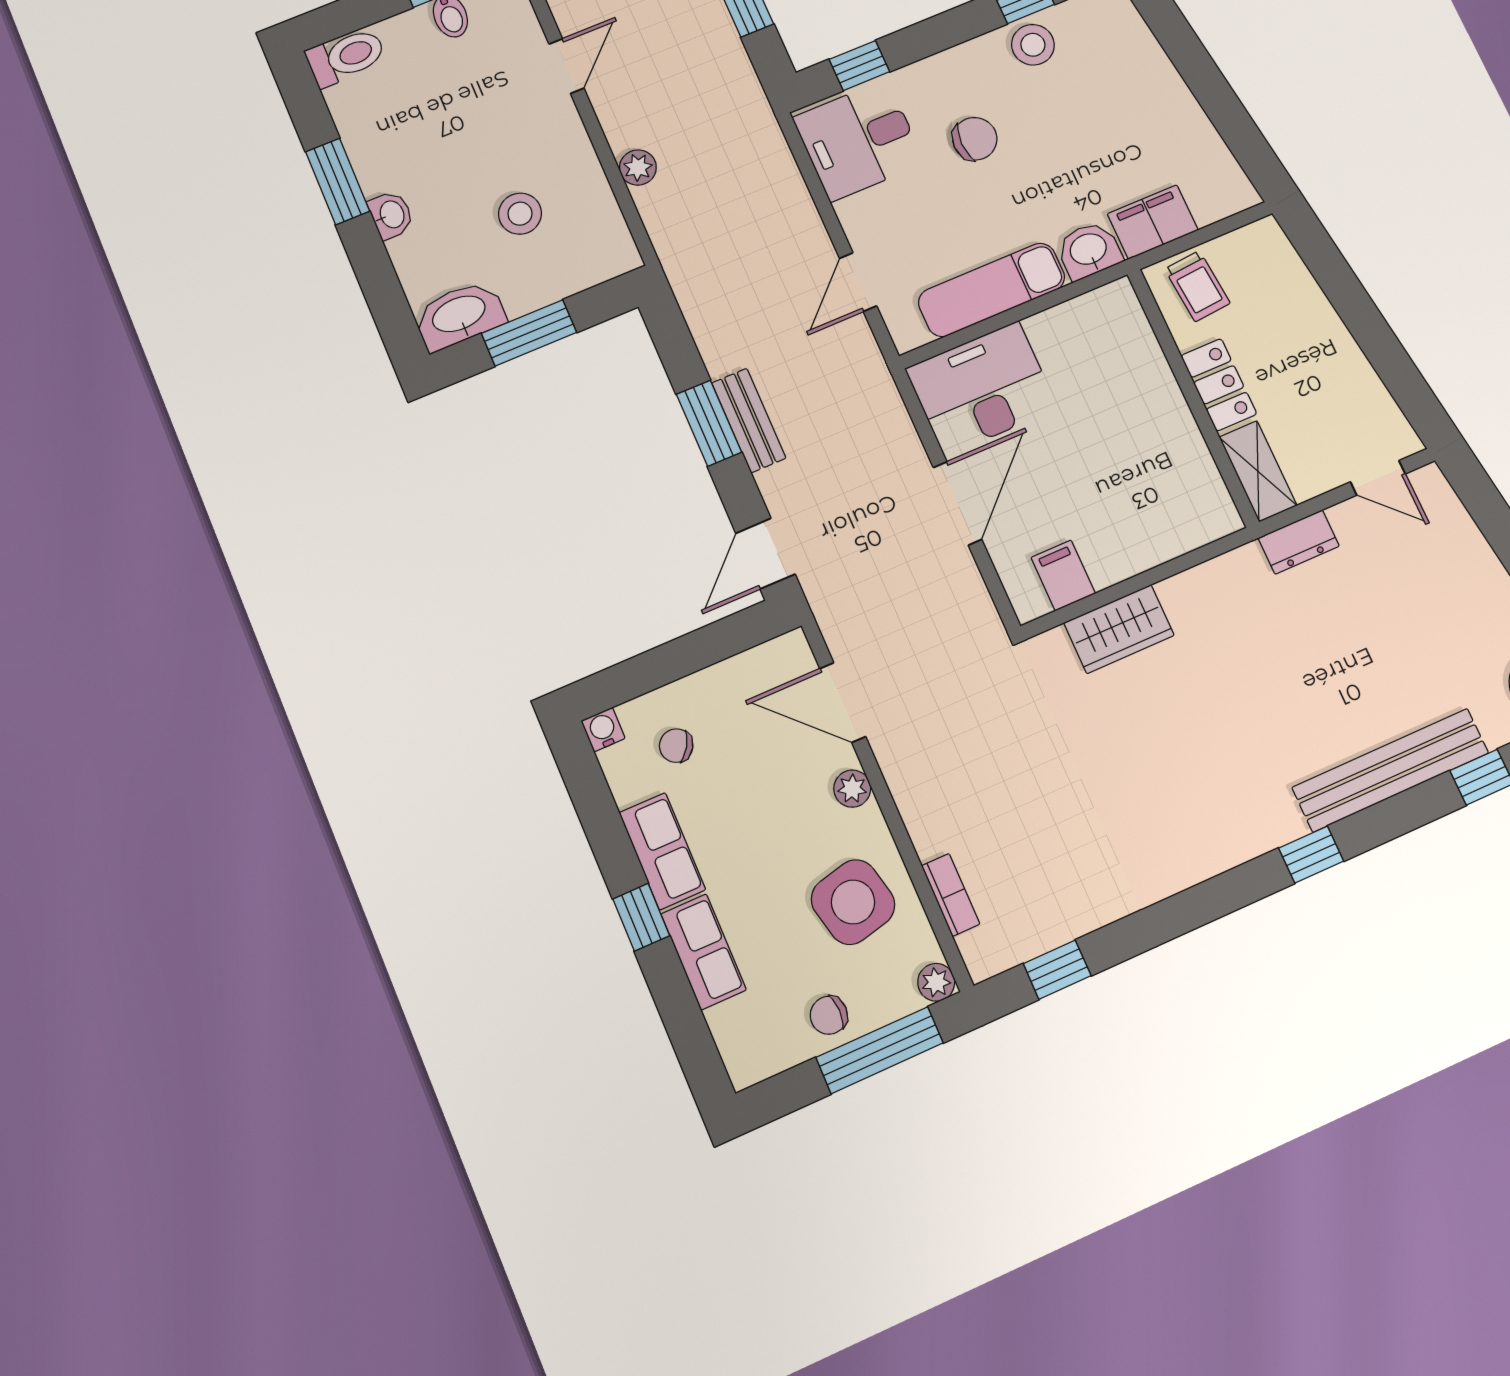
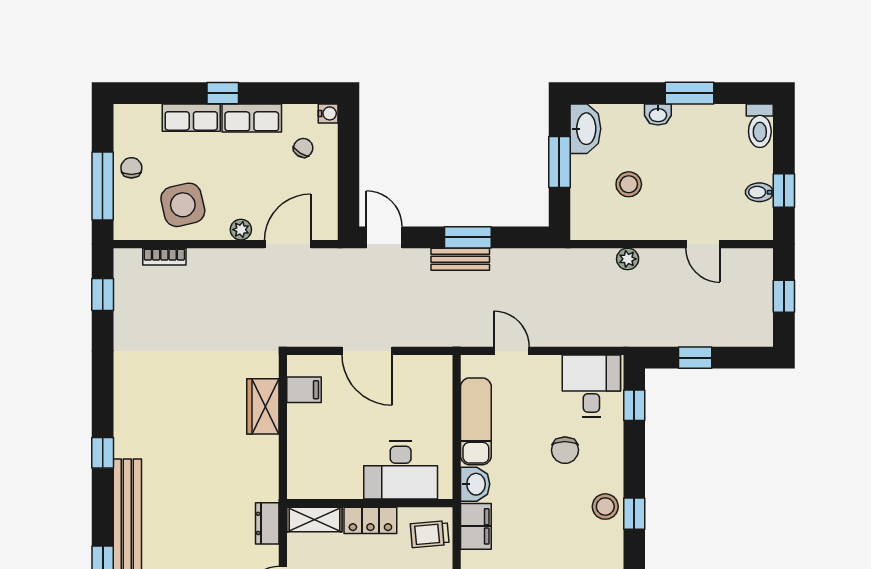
desk: (982, 388) -> (401, 470), moved, turned 90
plant: (936, 982) -> (124, 230), removed

